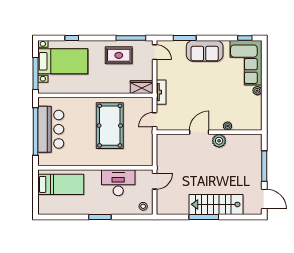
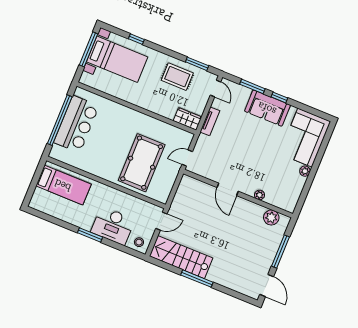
window: (131, 38) -> (197, 64), width x0.69
window: (245, 38) -> (279, 97), moved
window: (35, 74) -> (89, 49), moved
tv unit: (161, 92) -> (210, 121), moved
pool table: (110, 126) -> (142, 163), moved
door: (199, 132) -> (228, 189), swing flipped
plant: (219, 141) -> (271, 218), moved
desk: (118, 183) -> (113, 226), moved, turned 180
stairs: (216, 204) -> (181, 257), moved

